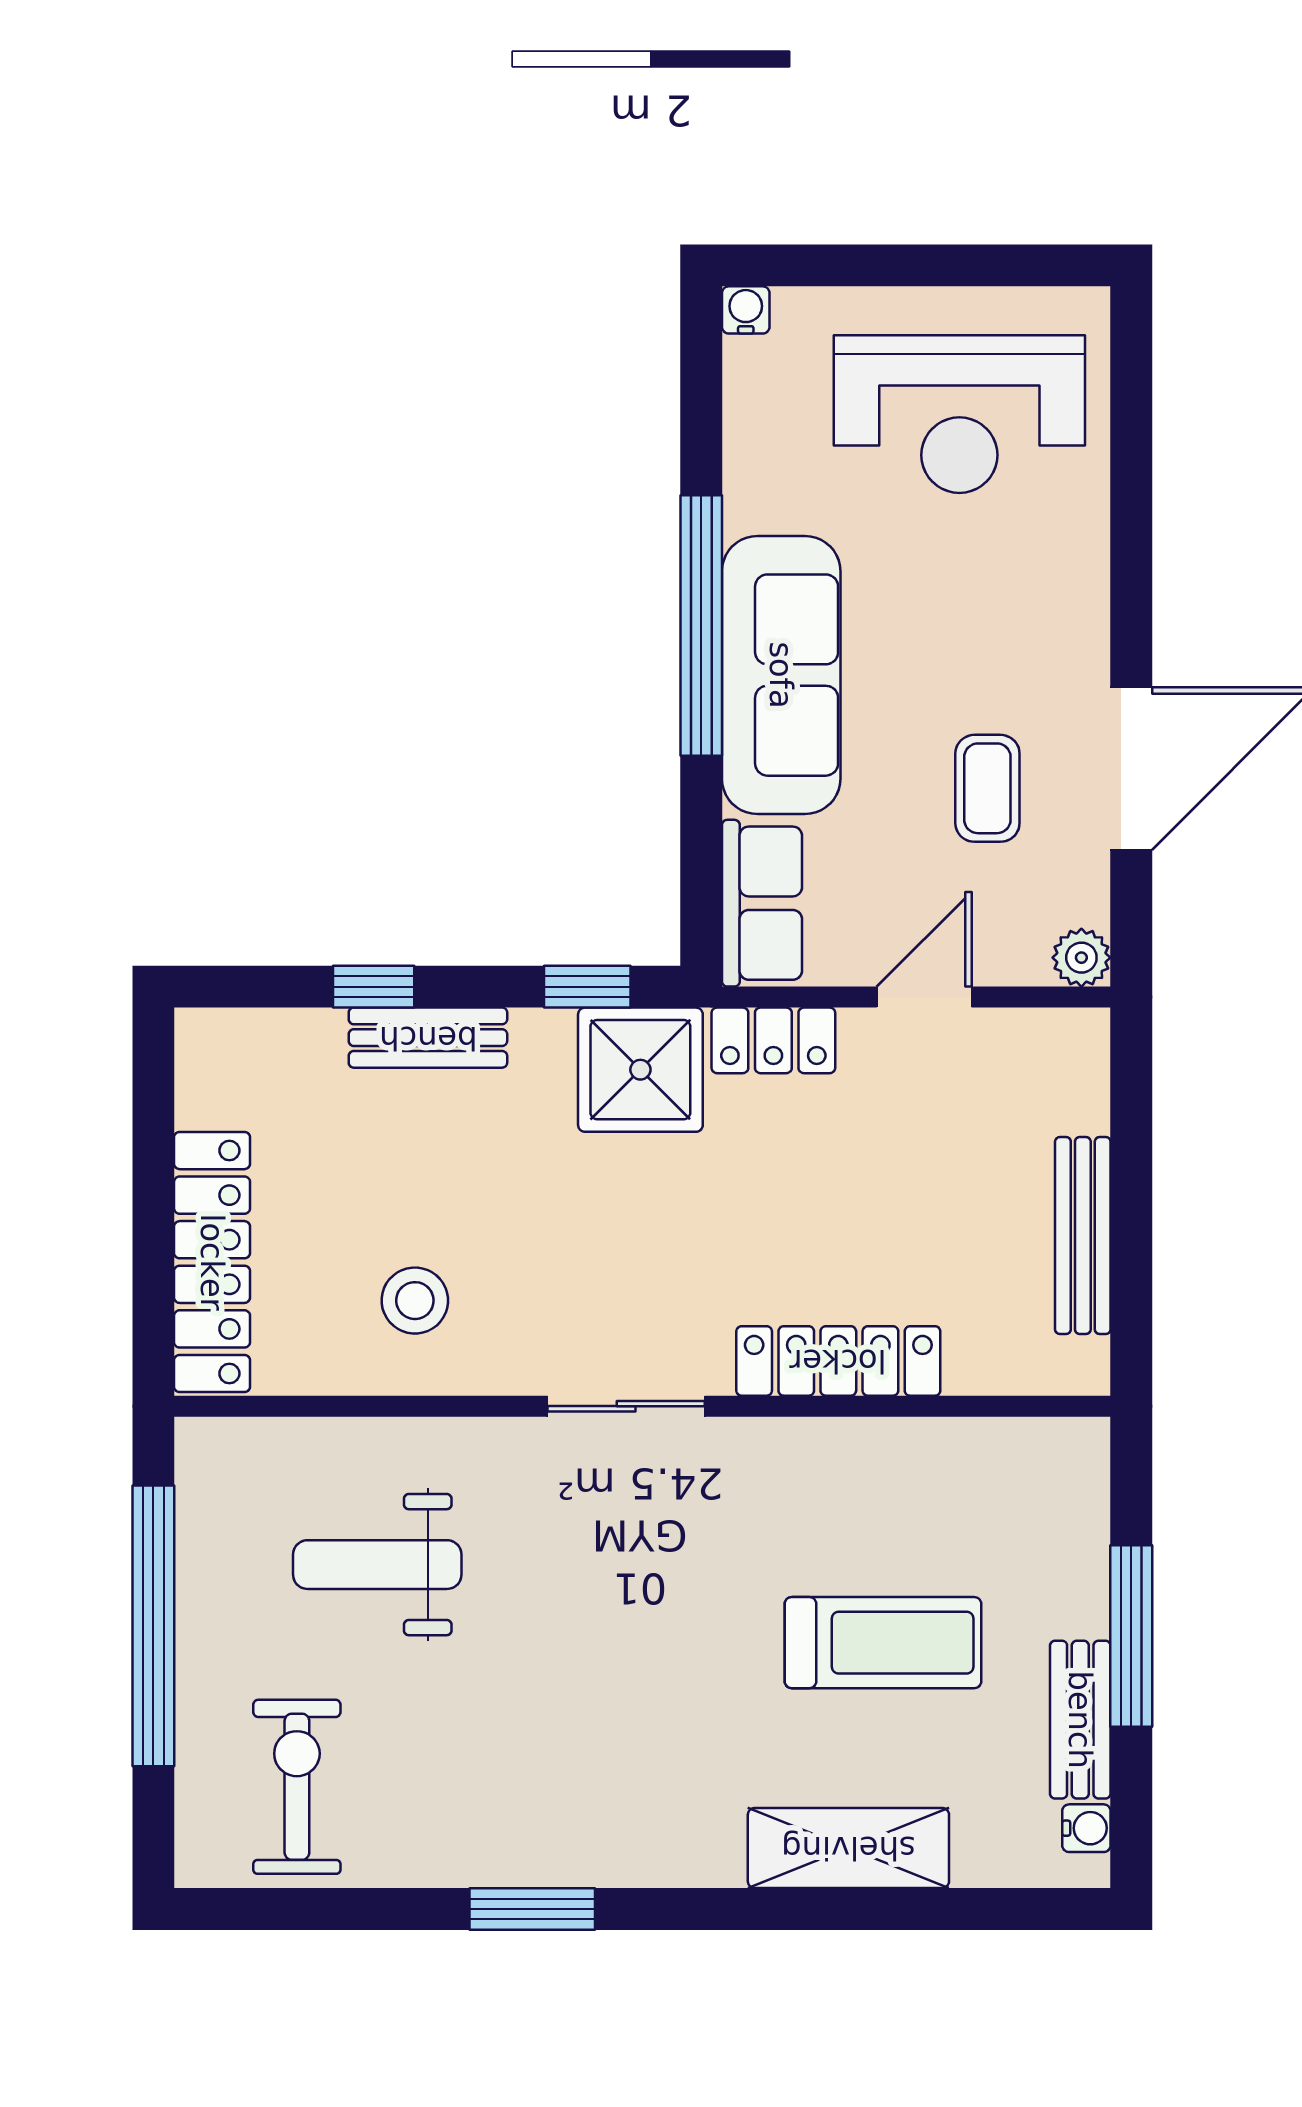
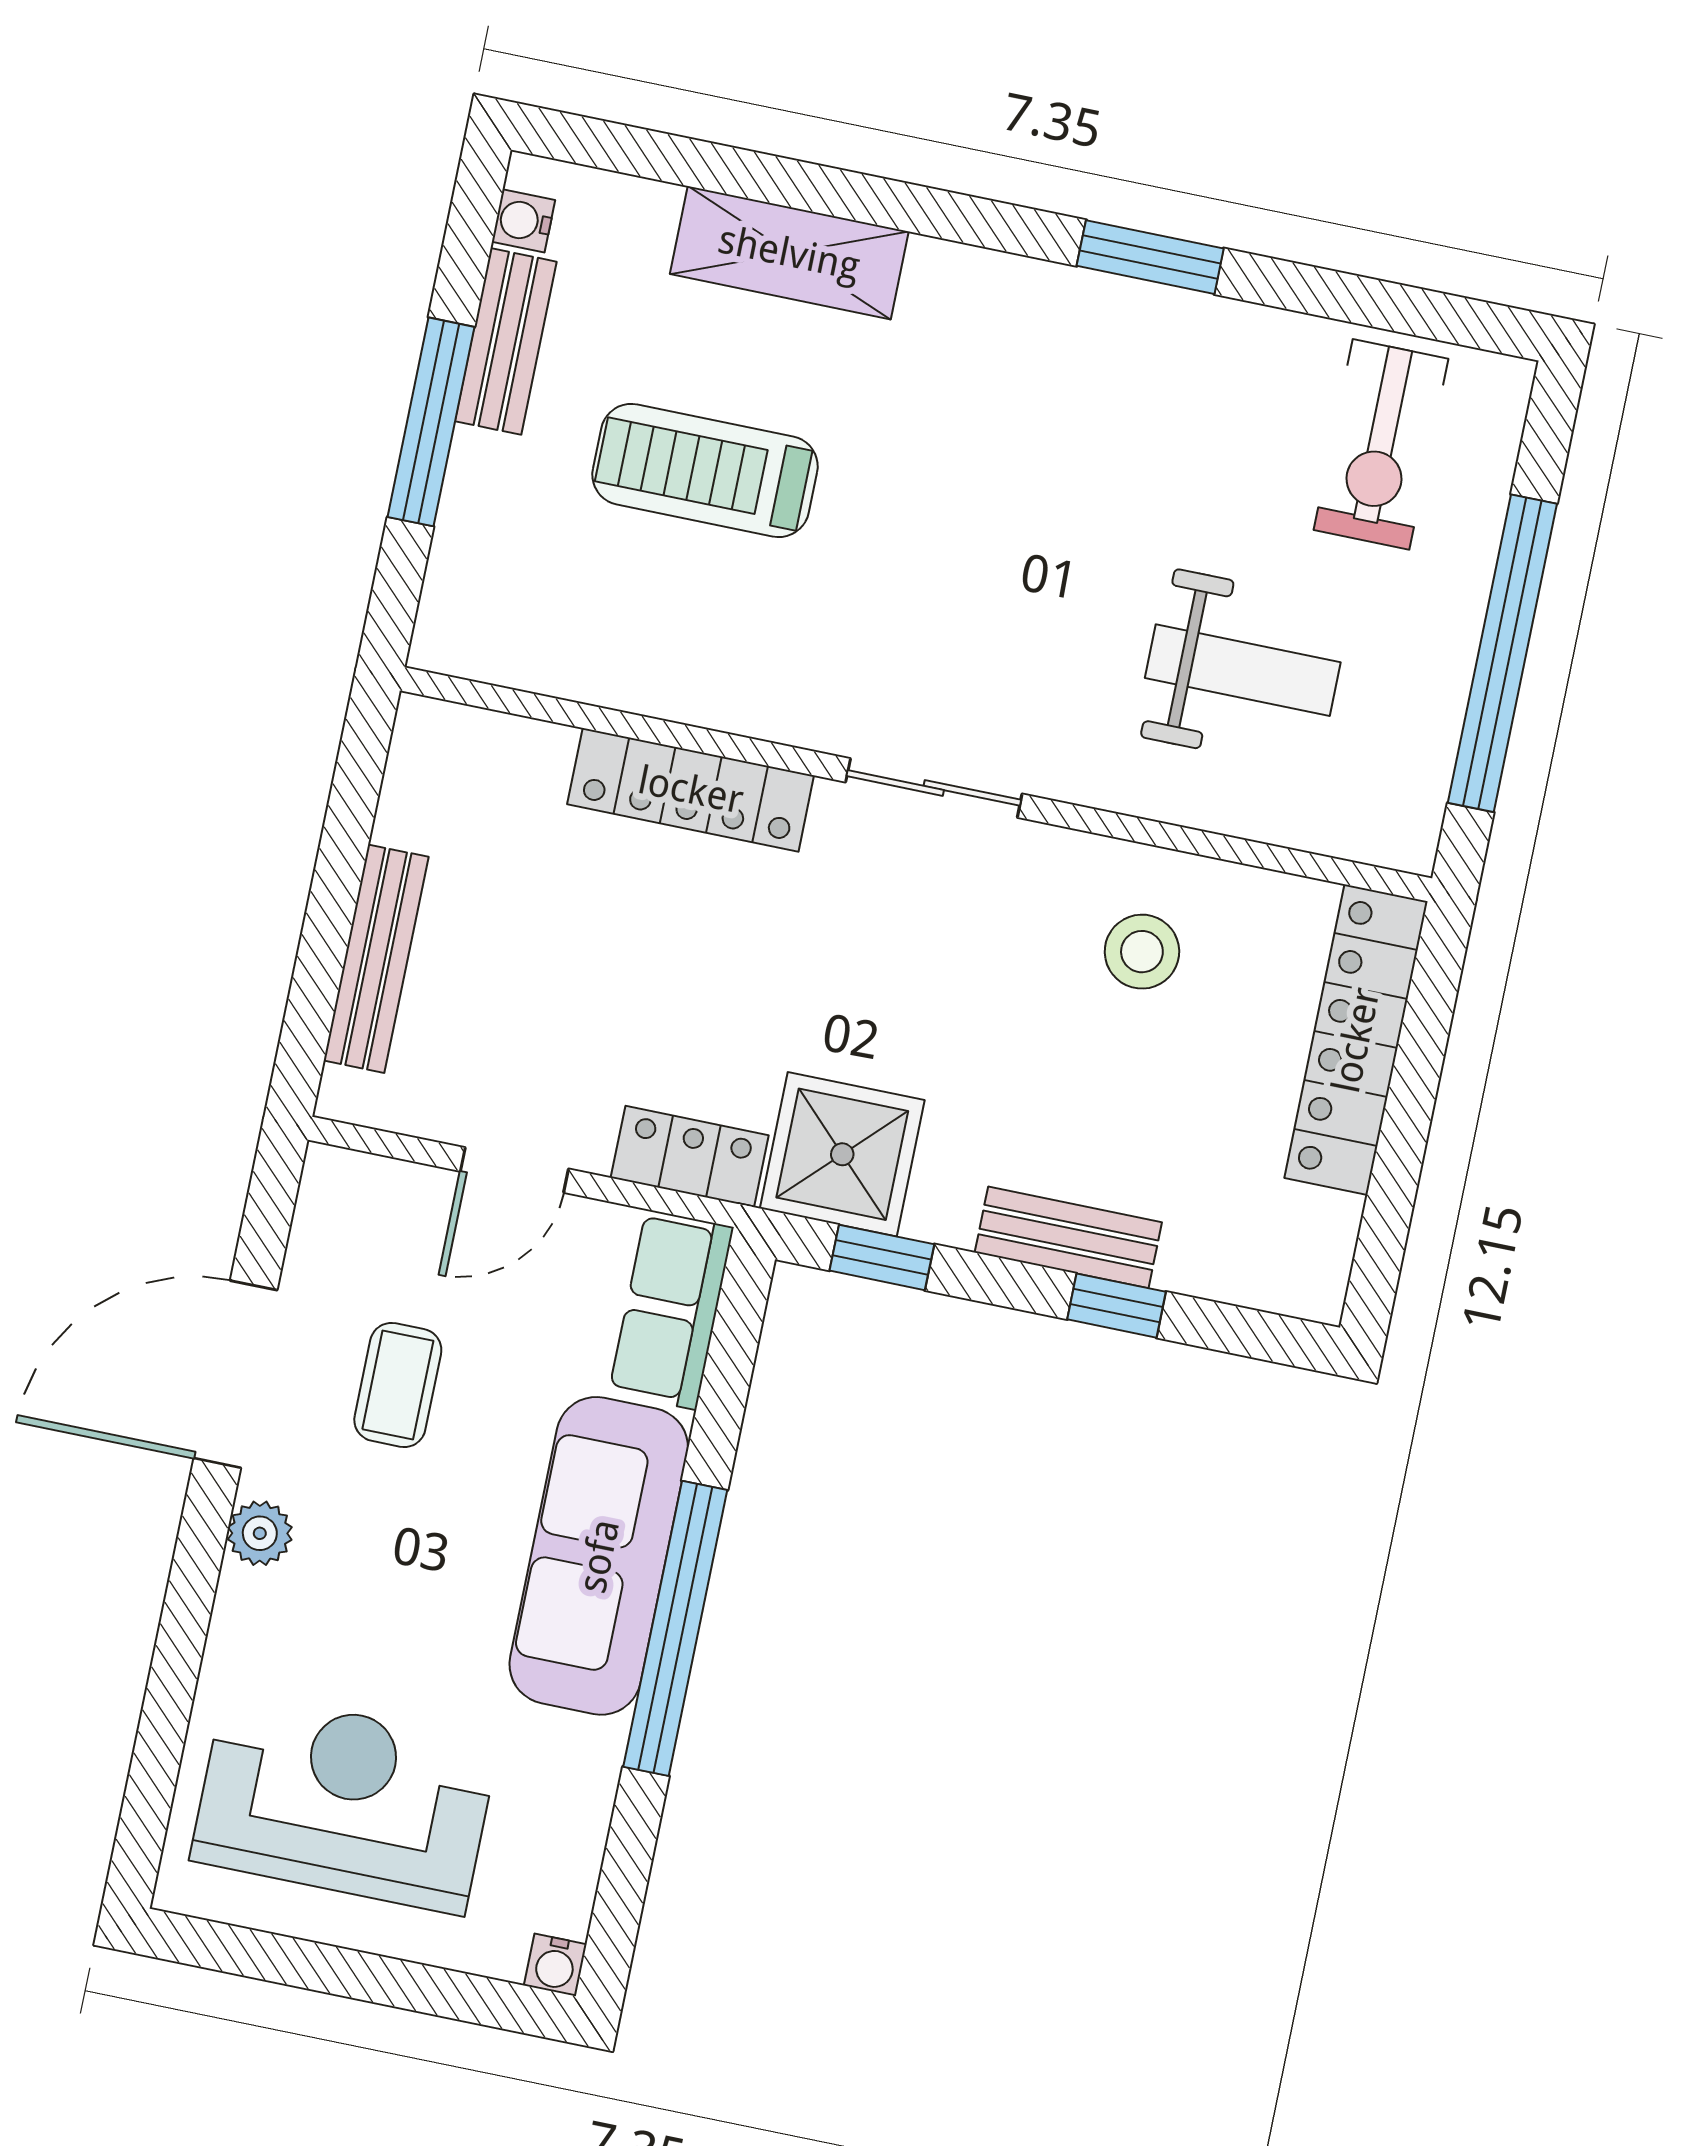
plant: (1081, 958) -> (260, 1533), moved
bench: (1083, 1236) -> (376, 959), moved

